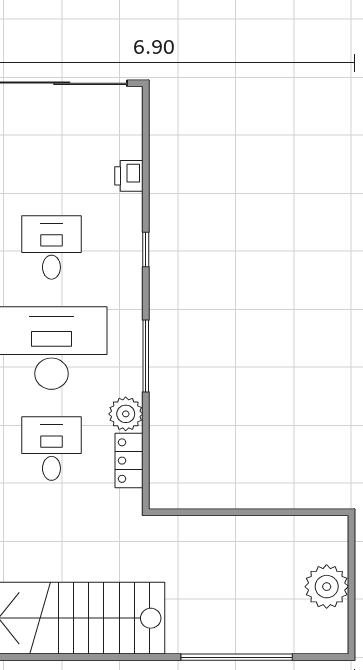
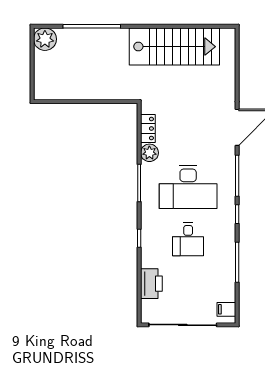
printer: (129, 176) -> (151, 284), width x1.87, depth x1.48
desk: (51, 449) -> (188, 135), removed
plant: (327, 587) -> (45, 39), moved

